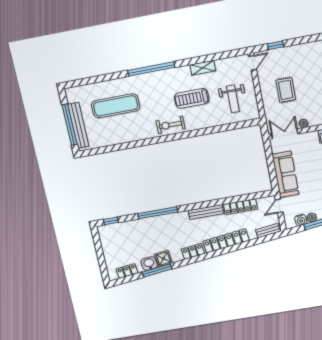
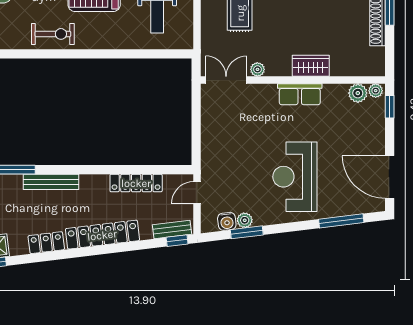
exercise bike: (170, 125) -> (53, 34), turned 180
sofa: (285, 174) -> (216, 144), removed
bench: (206, 212) -> (51, 182), moved
window: (272, 237) -> (177, 241), added

